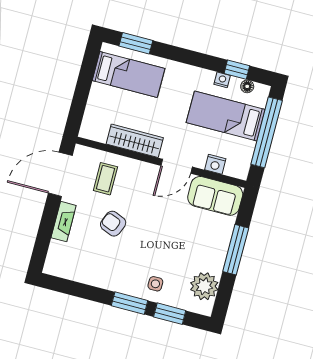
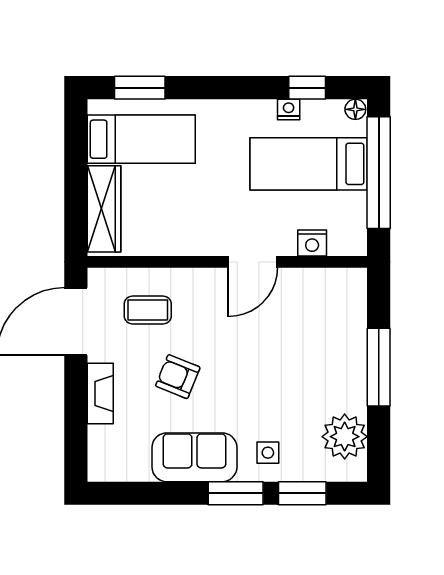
floor lamp: (247, 86) -> (355, 109), moved
wardrobe: (135, 141) -> (104, 209), moved, turned 90
coffee table: (105, 179) -> (148, 310), turned 90
sofa: (215, 196) -> (194, 457), moved, turned 180

